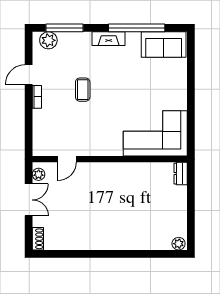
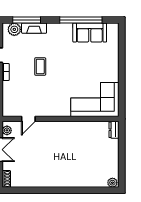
fireplace: (109, 39) -> (34, 28), moved
sofa: (164, 45) -> (90, 33), moved

